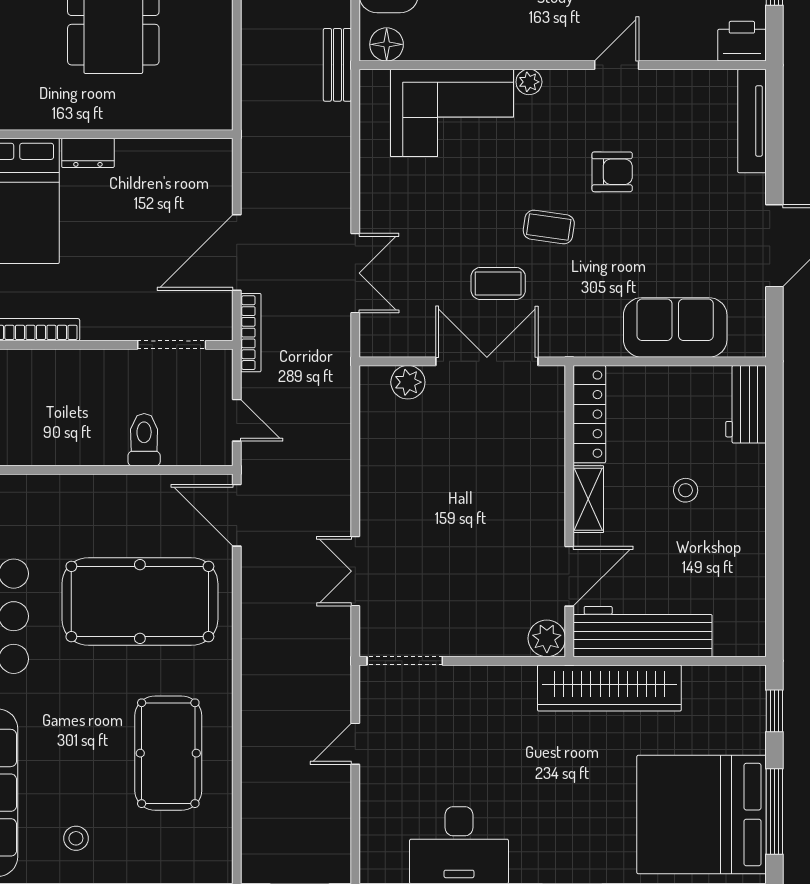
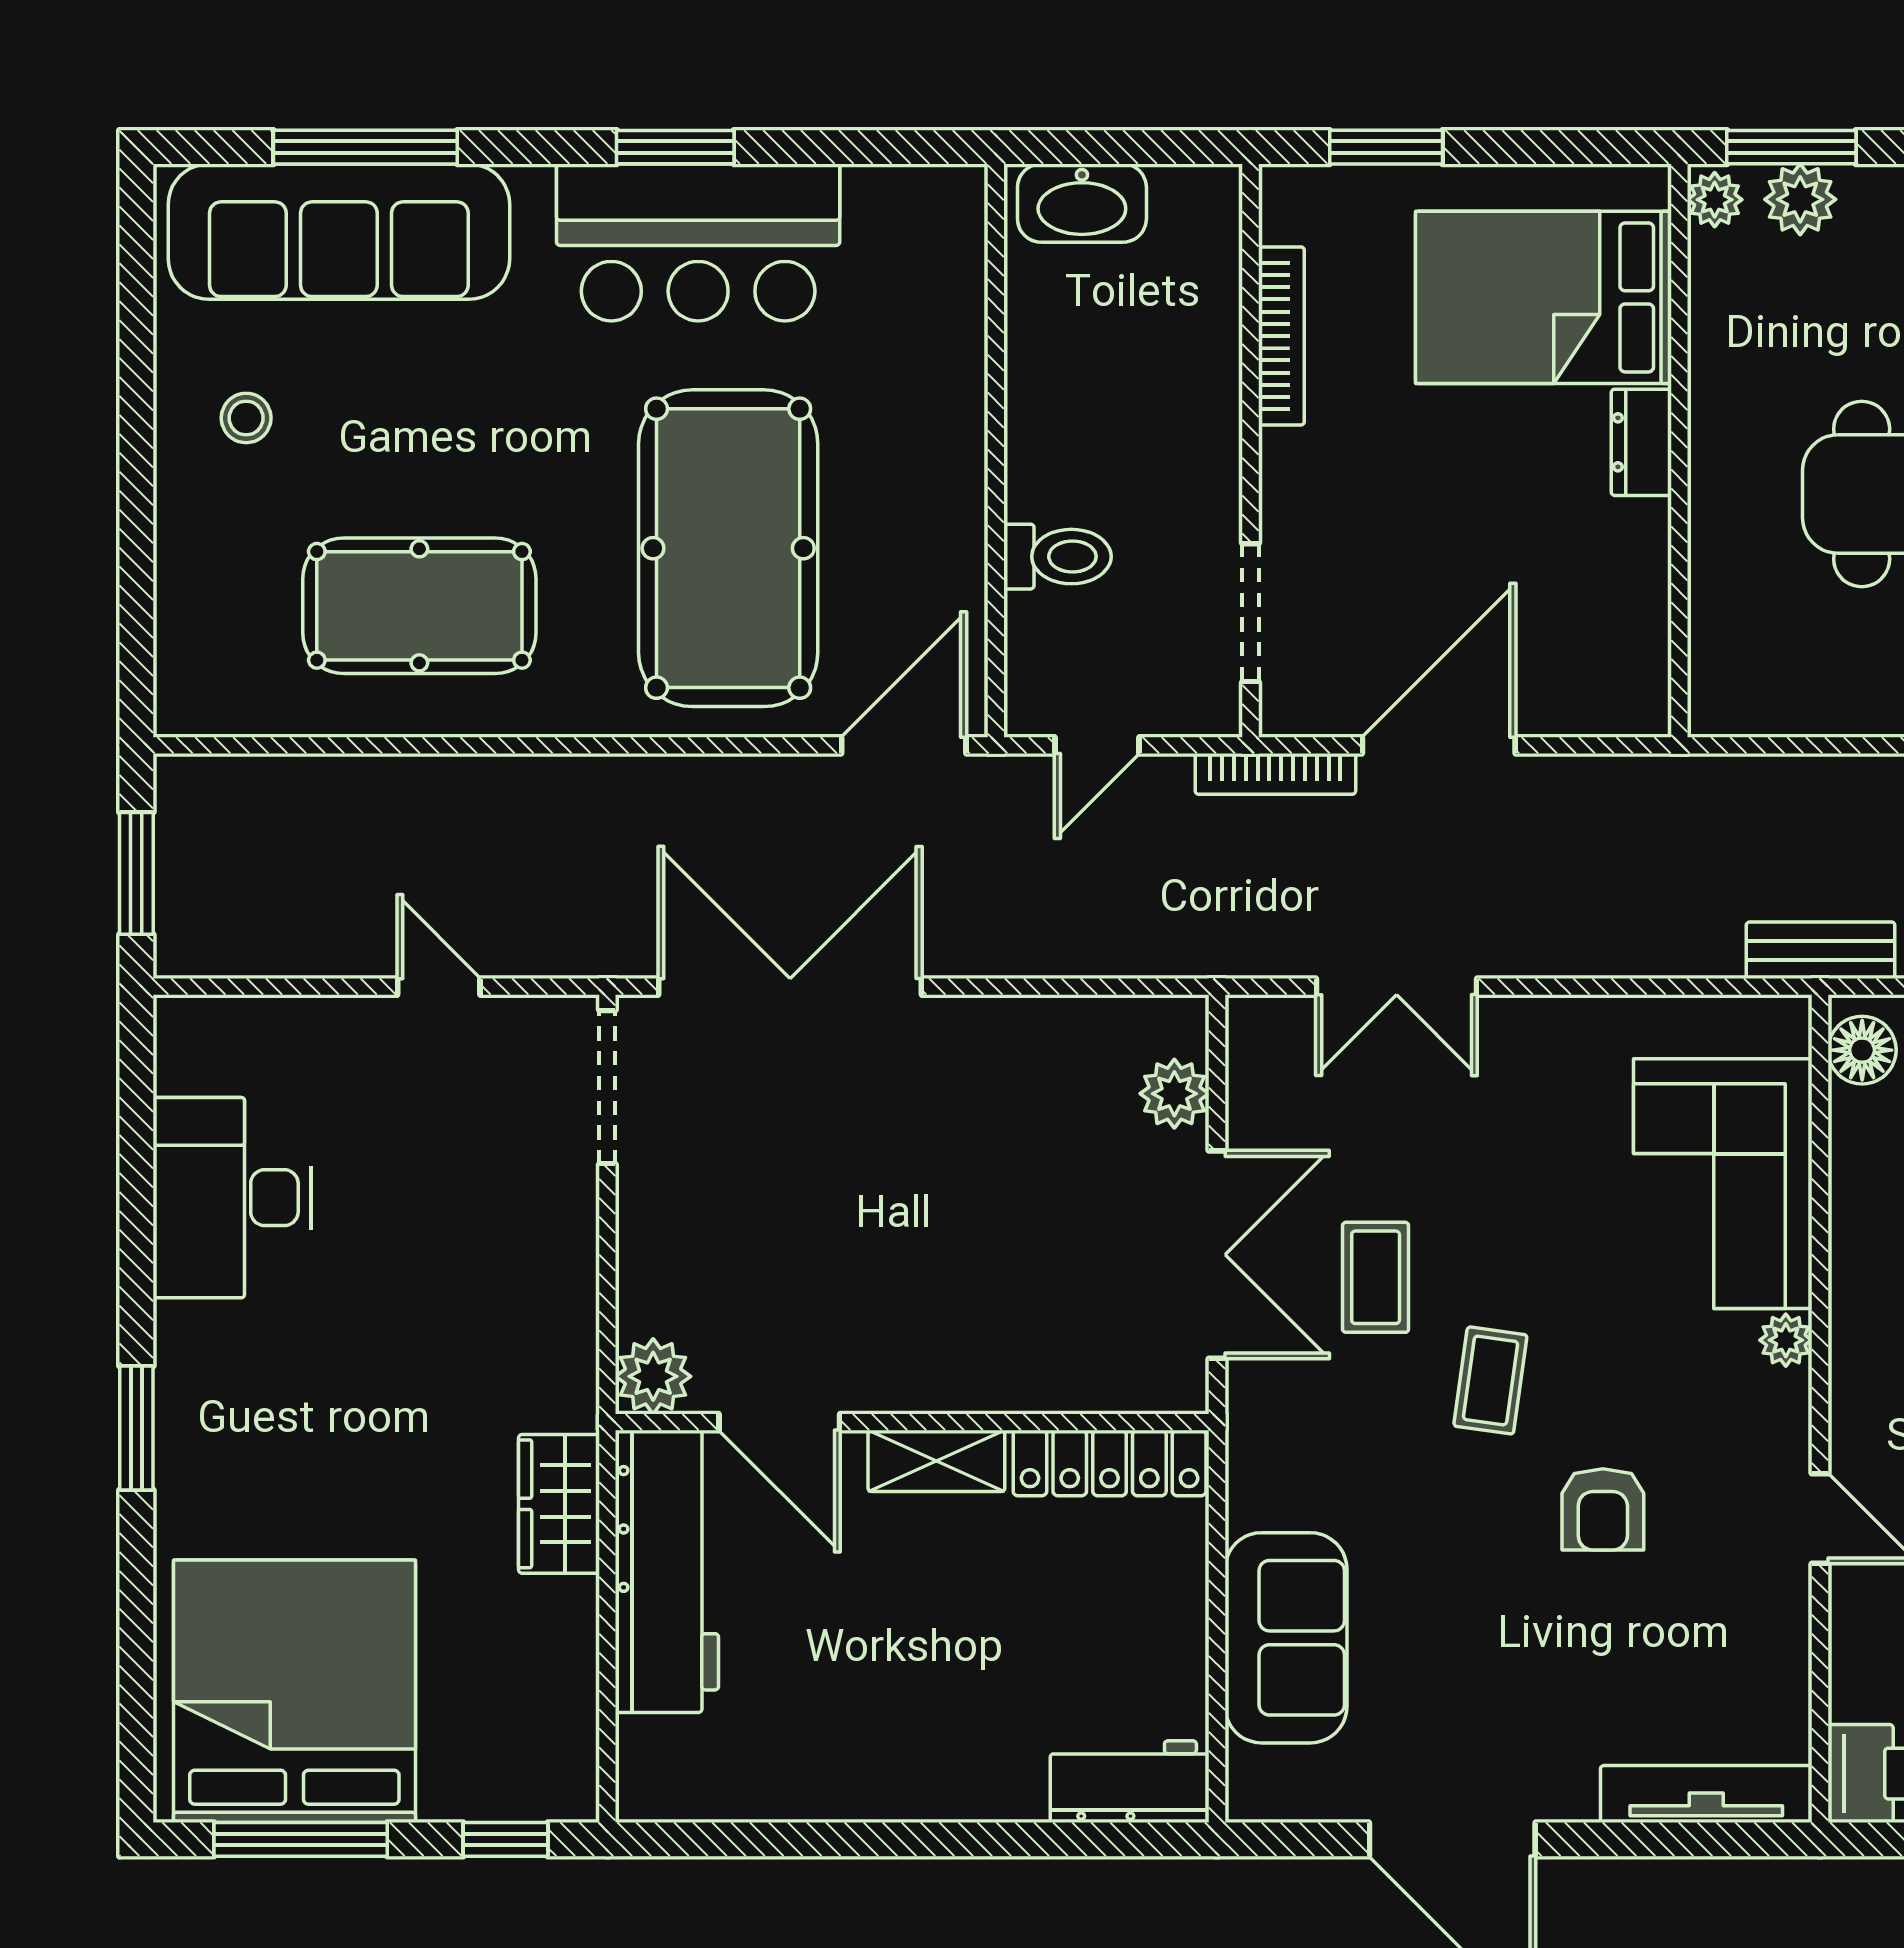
door: (237, 252) -> (1439, 745), hinge flipped
stool: (686, 490) -> (955, 1659), removed
double door: (355, 571) -> (790, 987), width x1.87
wardrobe: (609, 688) -> (559, 1504), width x0.48, depth x0.85

